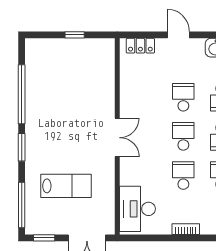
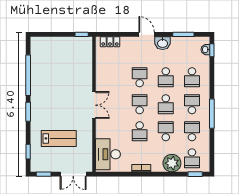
window: (75, 35) -> (82, 34), moved
door: (178, 35) -> (147, 34), moved
school desk: (183, 176) -> (140, 131), turned 180
window: (22, 205) -> (28, 152), width x0.46

